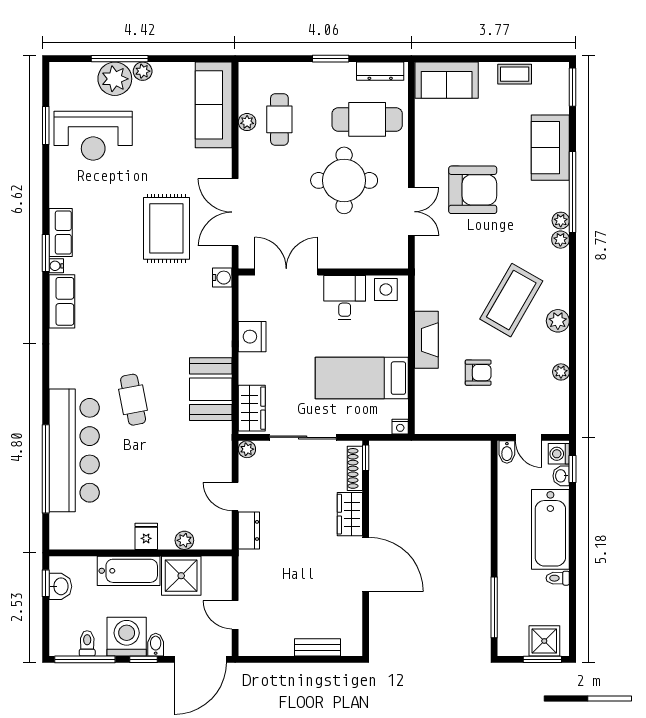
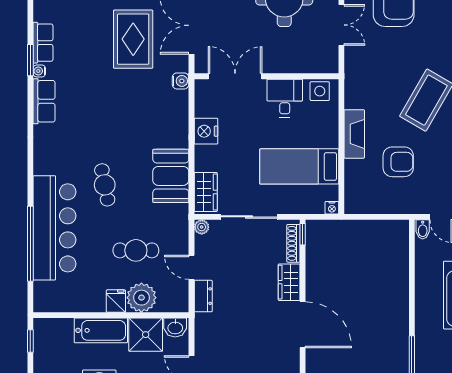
armchair: (478, 373) -> (398, 162), width x1.38, depth x1.38
cafe table: (170, 477) -> (136, 250), added
plant: (184, 540) -> (141, 298), width x1.87, depth x1.87
washbasin: (60, 586) -> (175, 327), moved, turned 90

